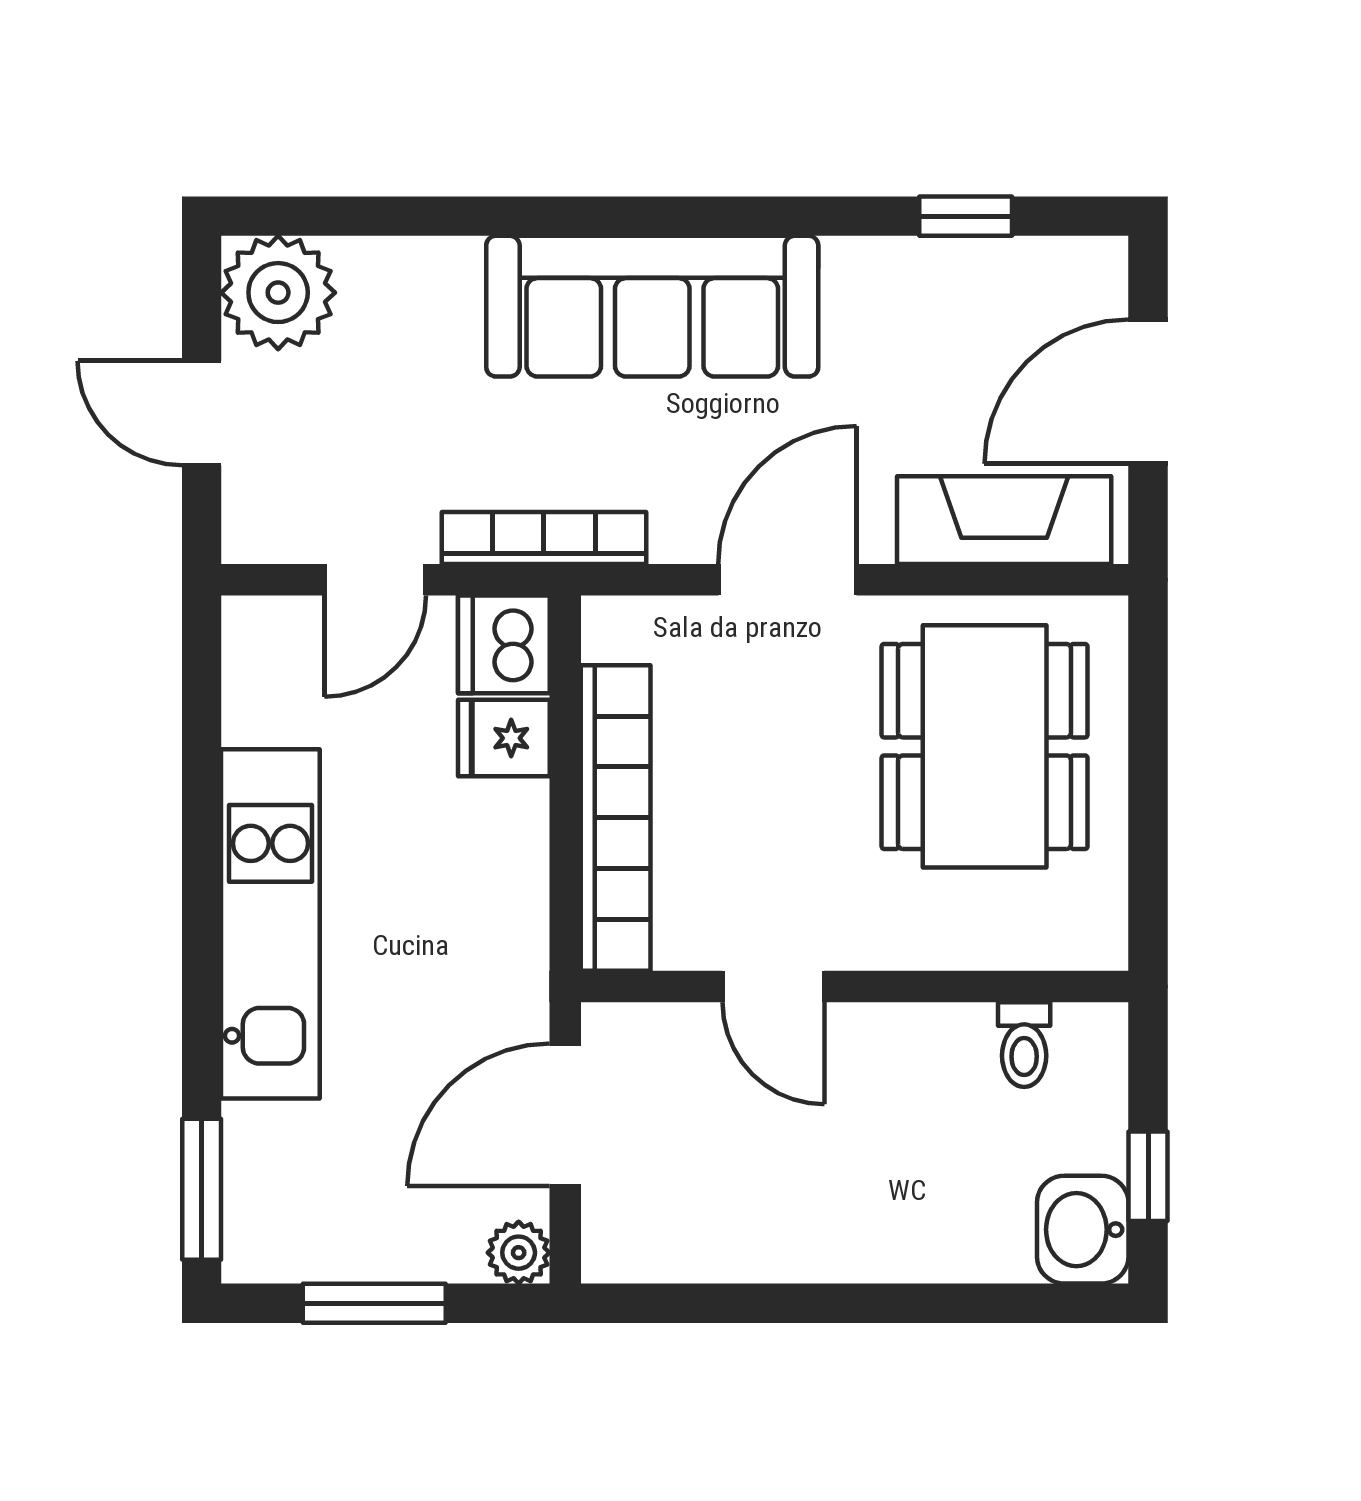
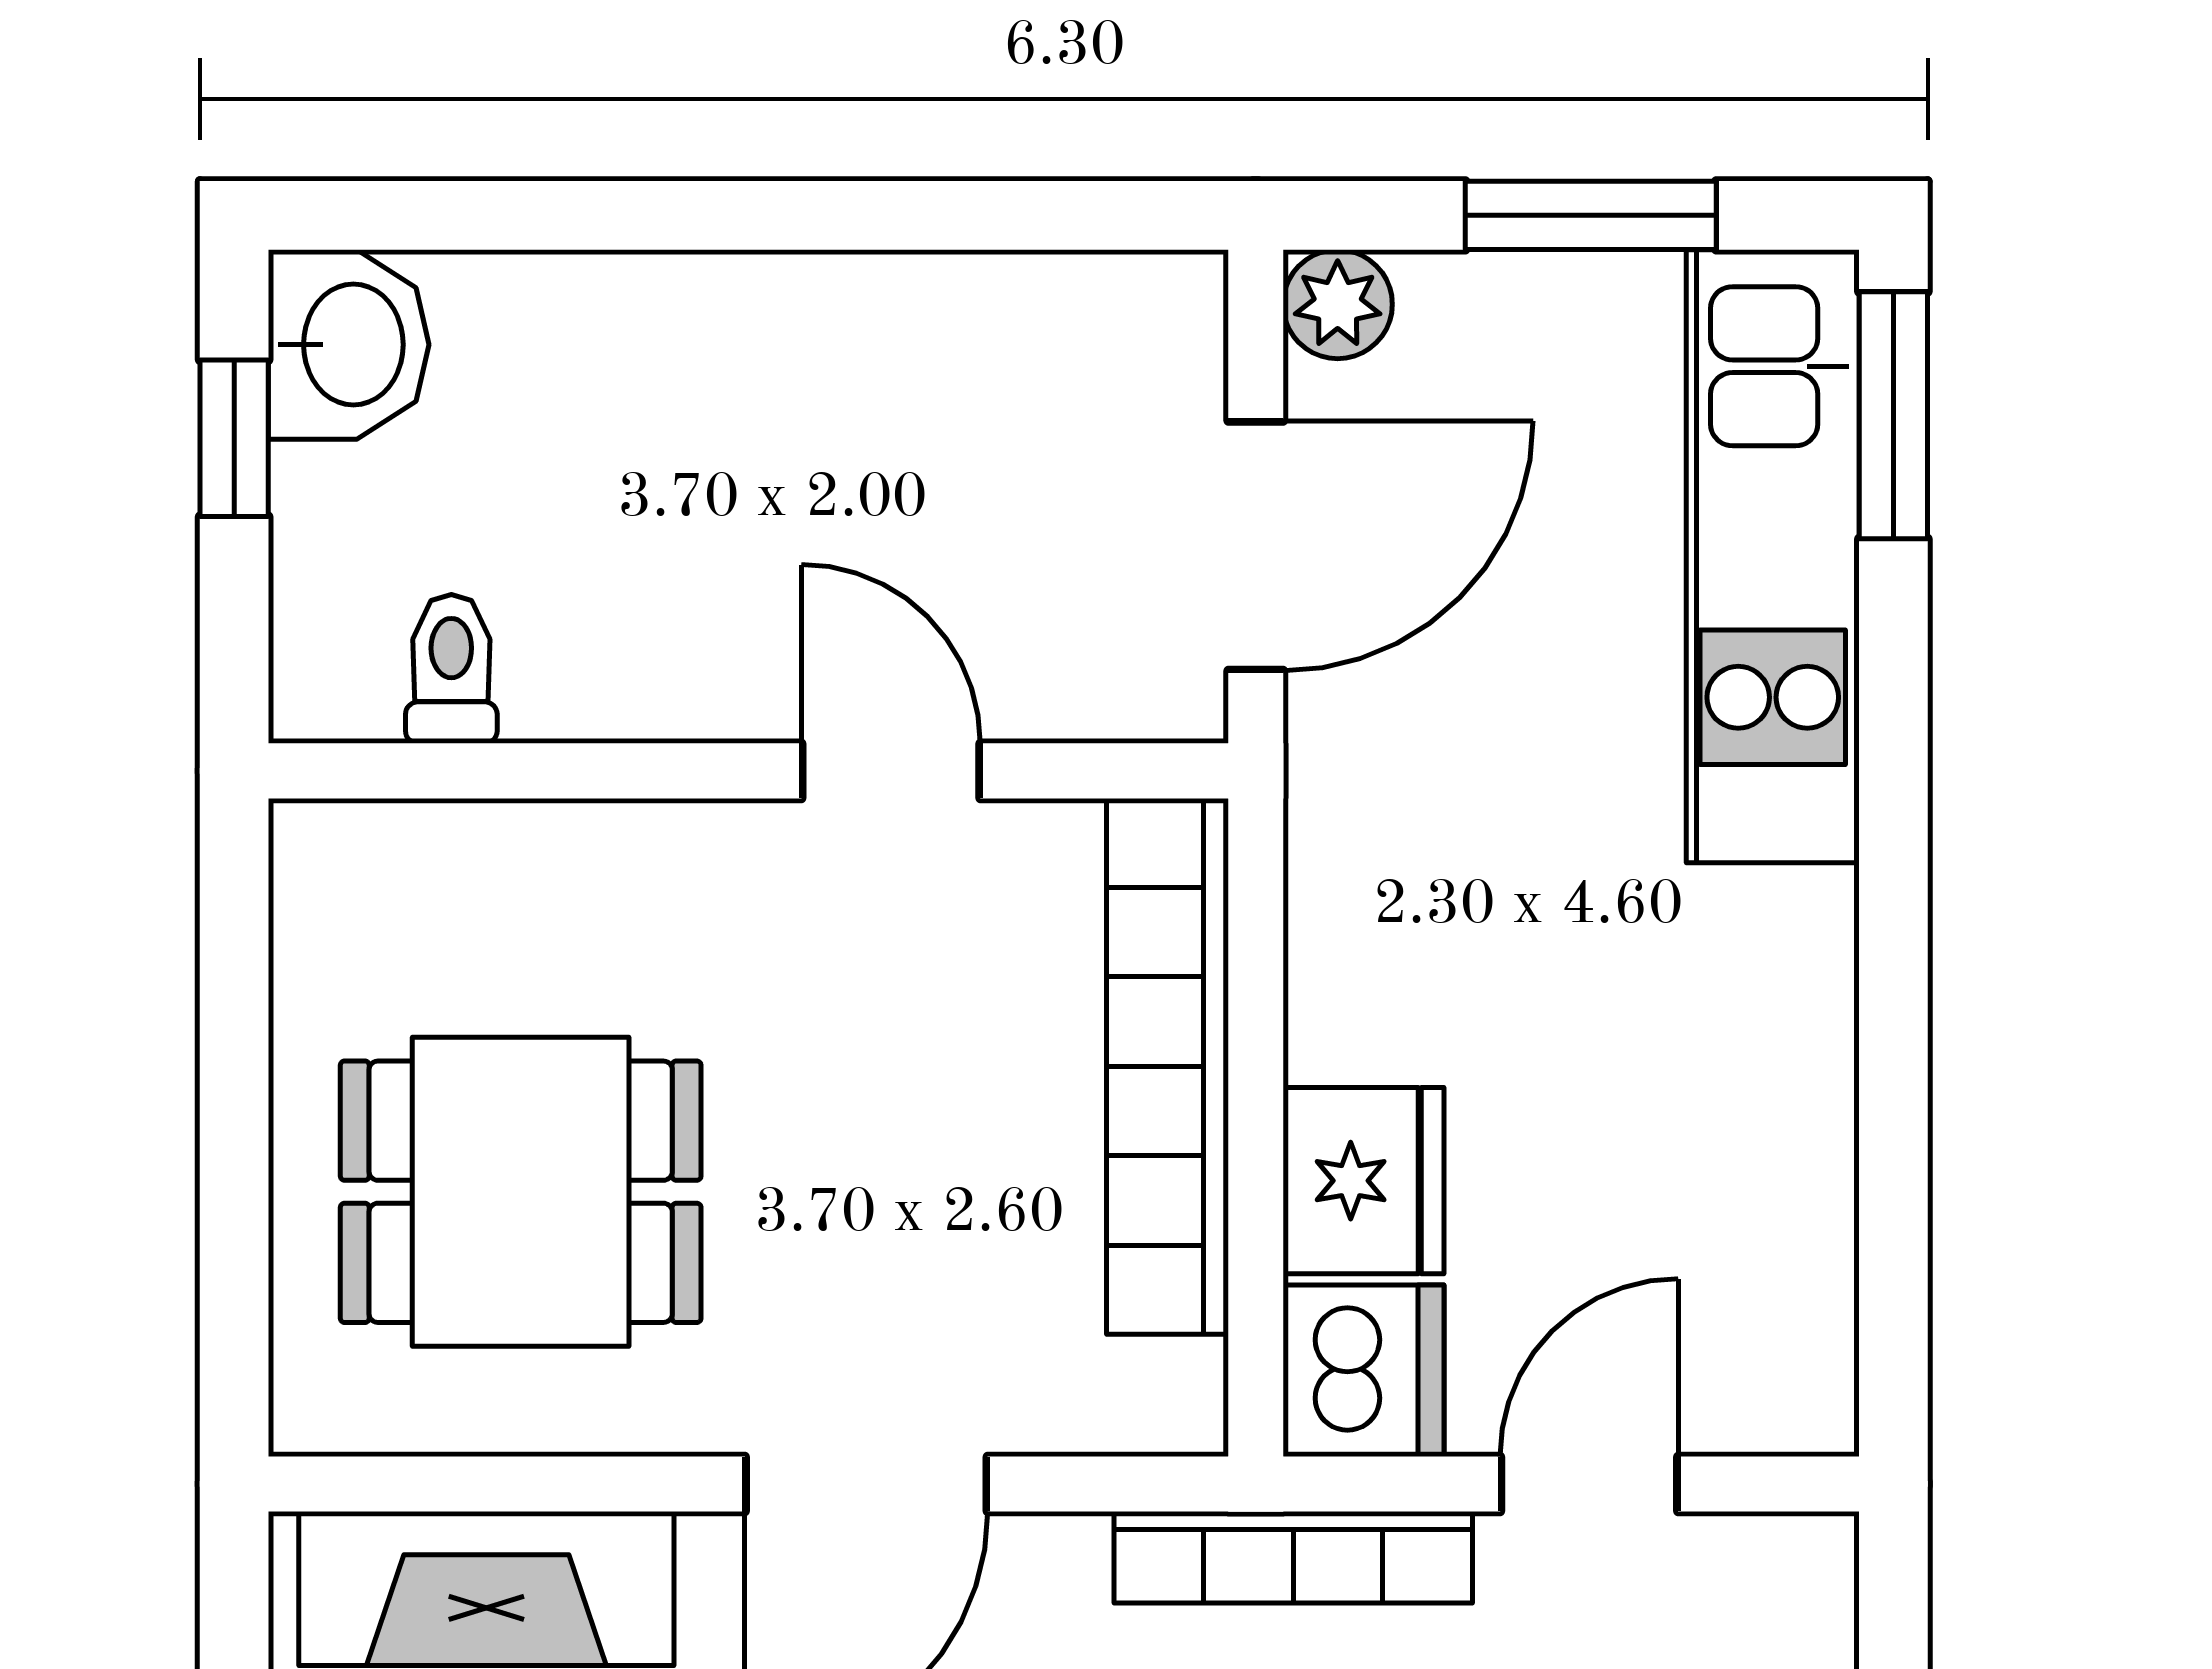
fridge: (504, 738) -> (1363, 1181), width x1.38
dining table: (985, 746) -> (521, 1192), width x0.73
kitchen unit: (270, 924) -> (1773, 556), moved

